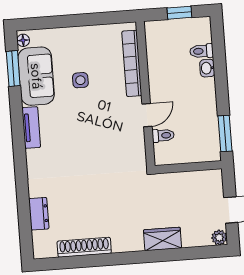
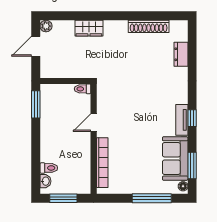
window: (179, 13) -> (63, 198), width x1.50
window: (63, 21) -> (152, 198), added
washbasin: (207, 68) -> (45, 181), moved
side table: (80, 80) -> (142, 153), removed
window: (18, 131) -> (192, 118), added
toilet: (163, 135) -> (83, 89), moved

